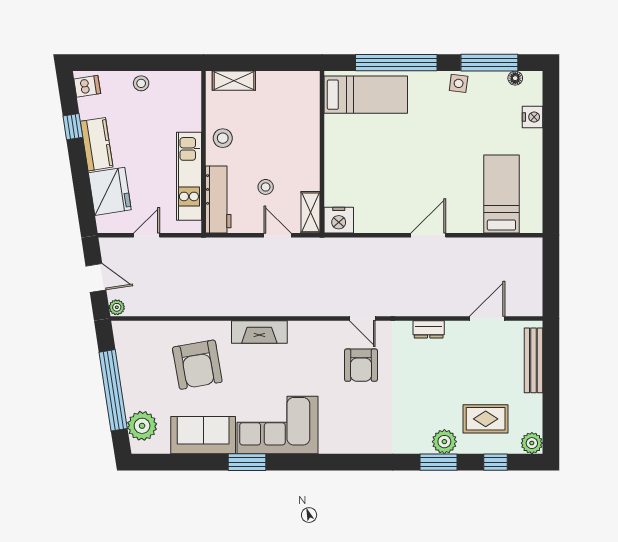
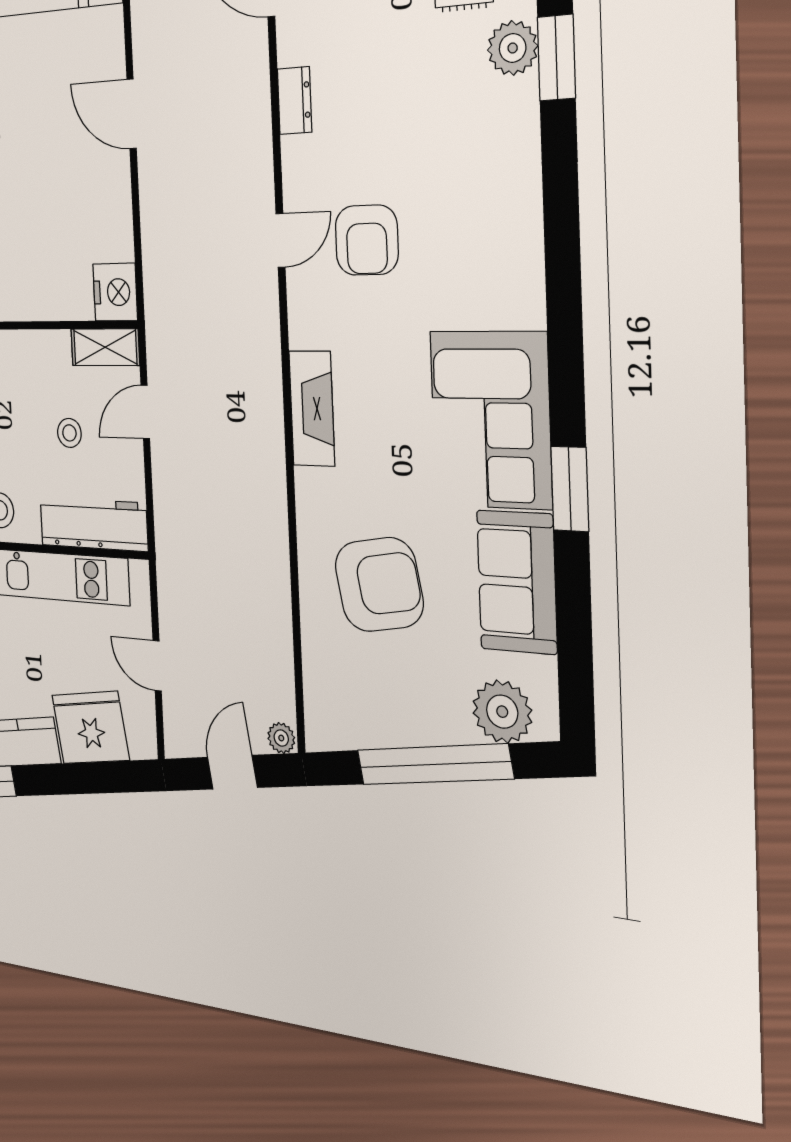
fireplace: (259, 332) -> (312, 409), moved
armchair: (361, 365) -> (367, 240), turned 90

